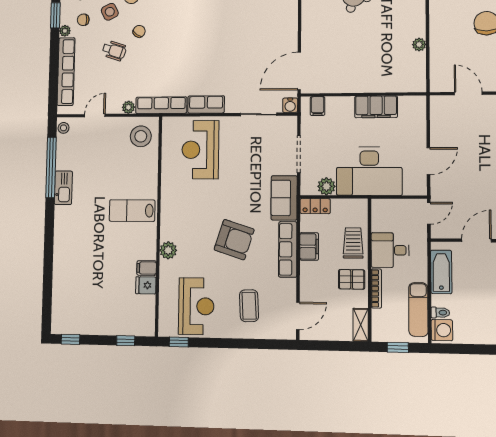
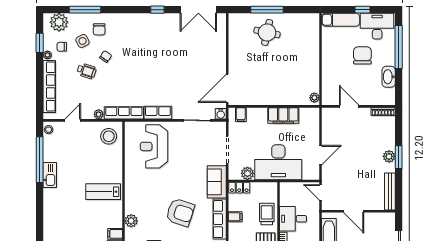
plant: (419, 45) -> (314, 98), moved
door: (429, 213) -> (320, 192), swing flipped
door: (476, 240) -> (354, 211), swing flipped
filing cabinet: (309, 246) -> (235, 217), width x0.50

